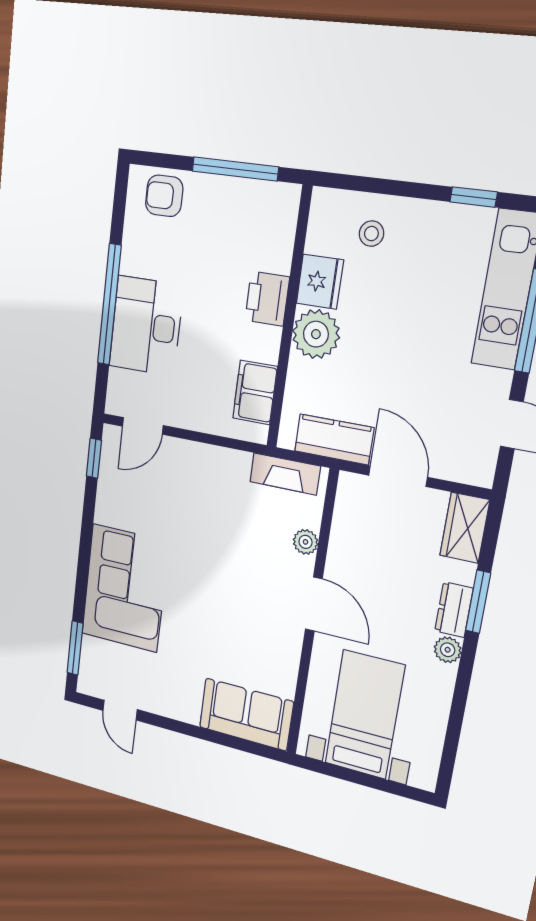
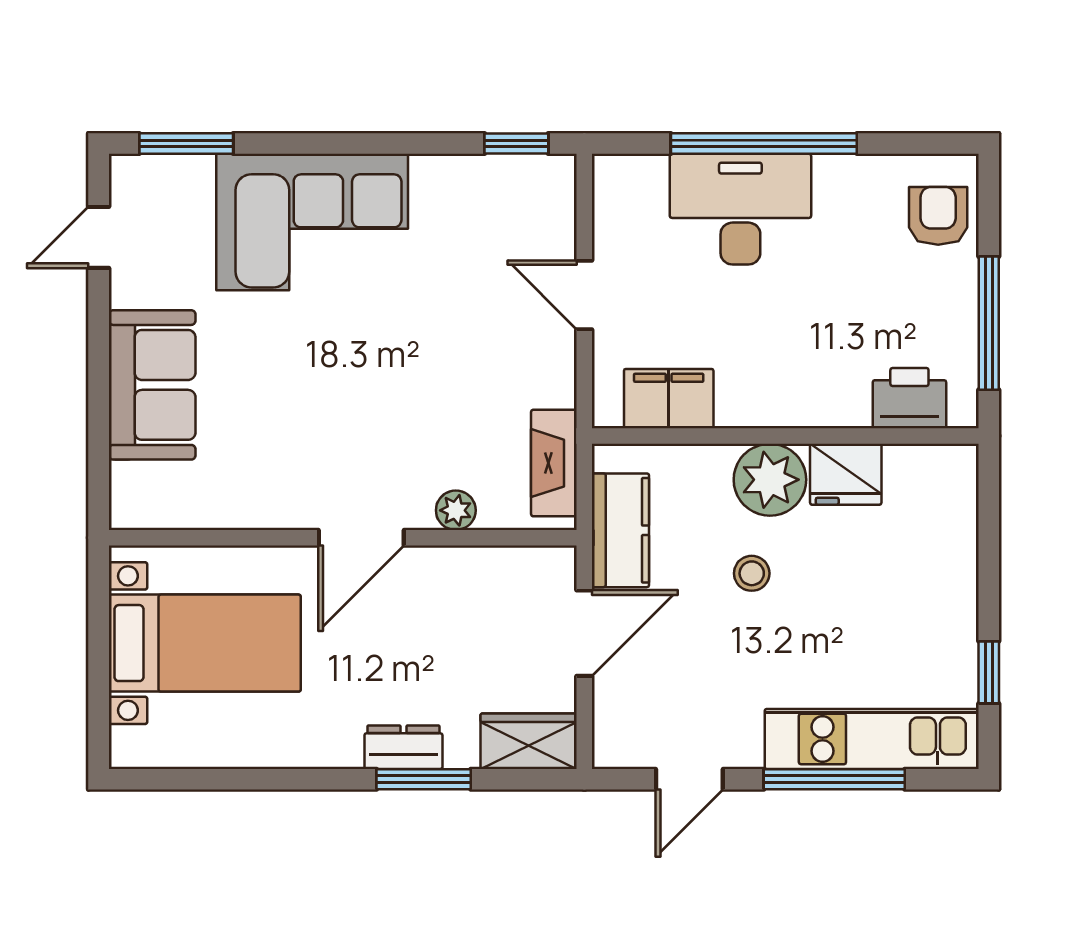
stool: (371, 234) -> (752, 573), moved
printer: (267, 299) -> (909, 398), moved
door: (143, 426) -> (584, 295), moved
plant: (448, 650) -> (340, 749), removed
sofa: (246, 714) -> (152, 385), moved

